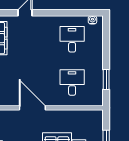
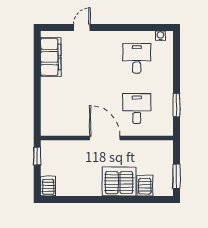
door: (32, 108) -> (105, 138), moved

